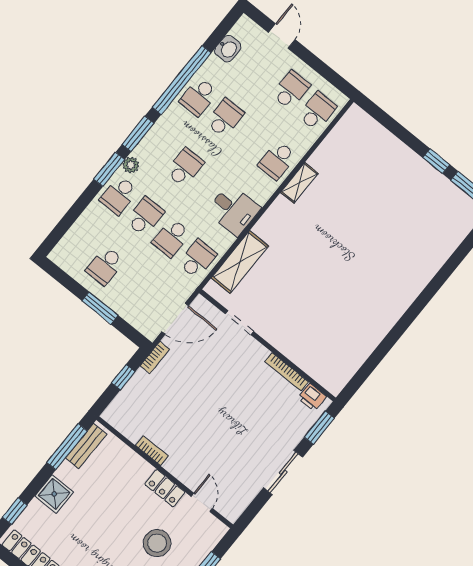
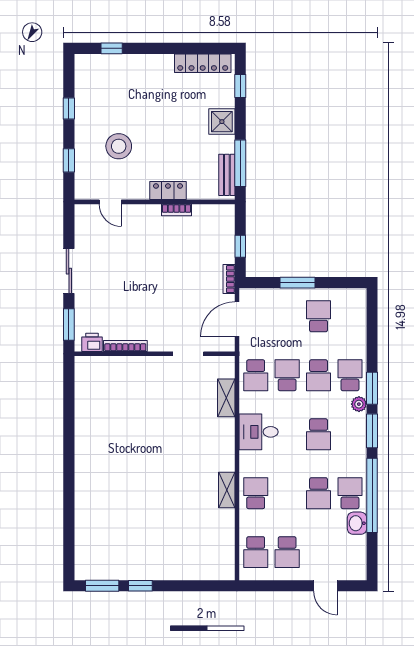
washbasin: (228, 49) -> (357, 523), moved
shelving: (240, 262) -> (226, 398), width x0.67, depth x0.75
locker: (165, 488) -> (168, 191), moved

